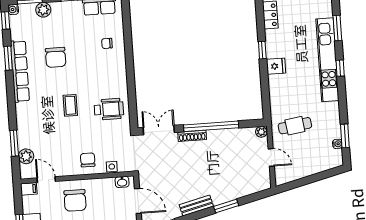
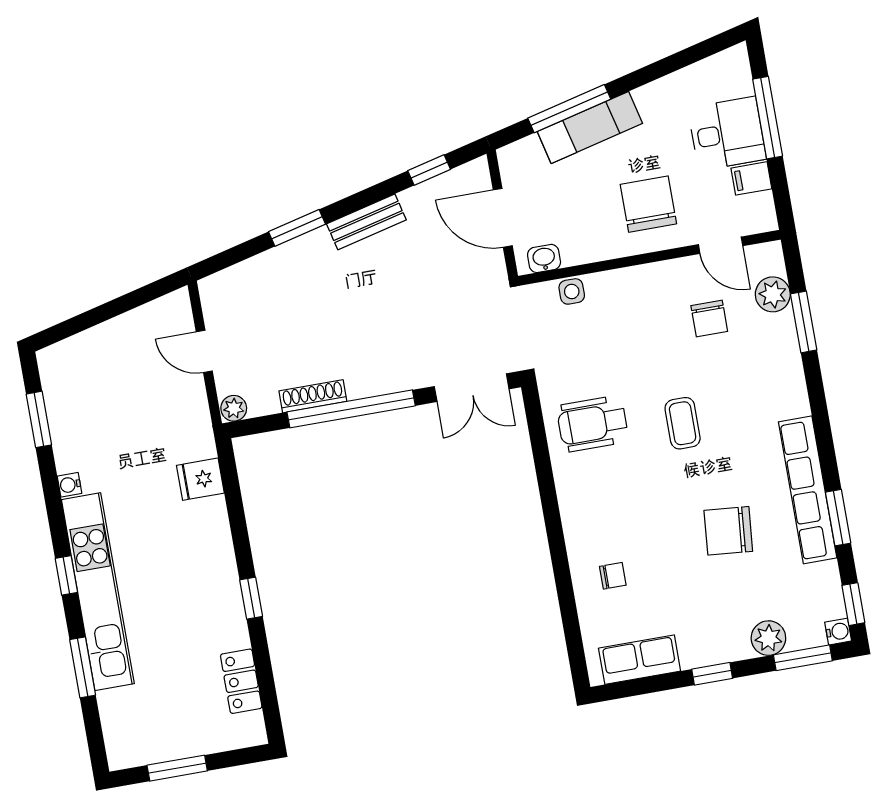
chair: (56, 57) -> (728, 531), turned -85
fridge: (276, 66) -> (200, 479), moved
cafe table: (295, 126) -> (157, 431), removed
shoe rack: (192, 136) -> (313, 396), moved
water cooler: (337, 144) -> (69, 485), moved
chair: (88, 160) -> (709, 319), moved
filing cabinet: (29, 189) -> (751, 178), moved

